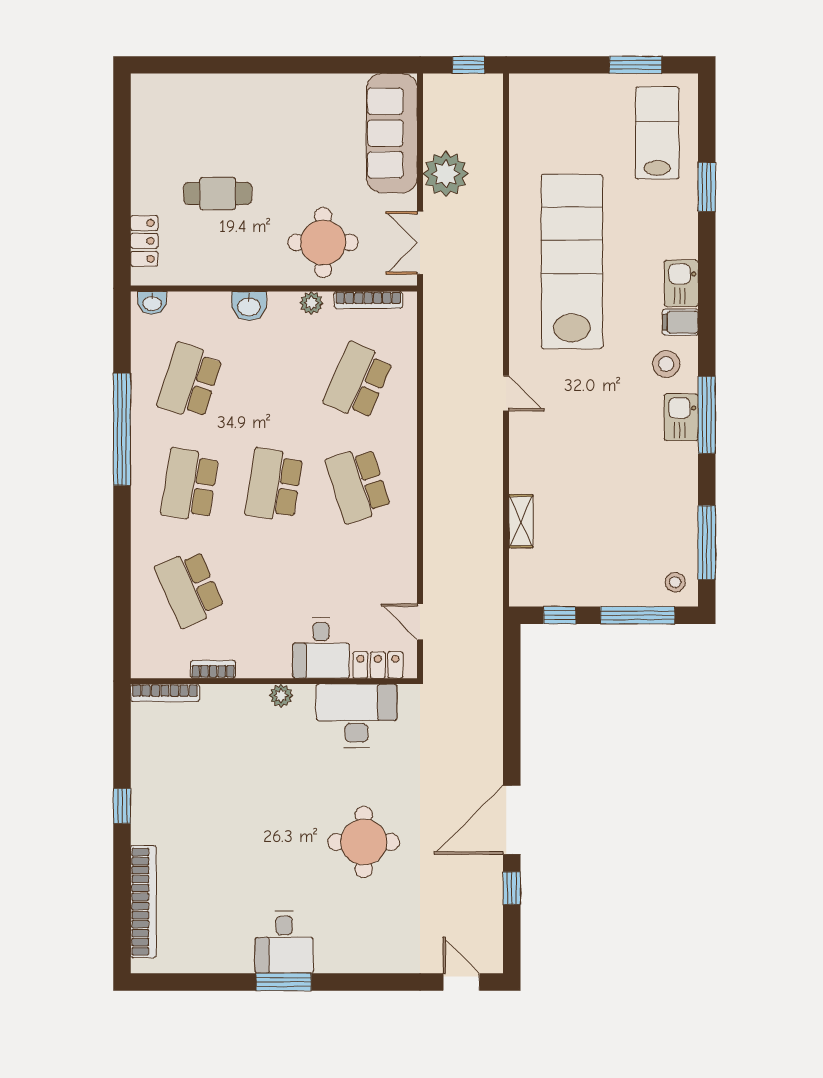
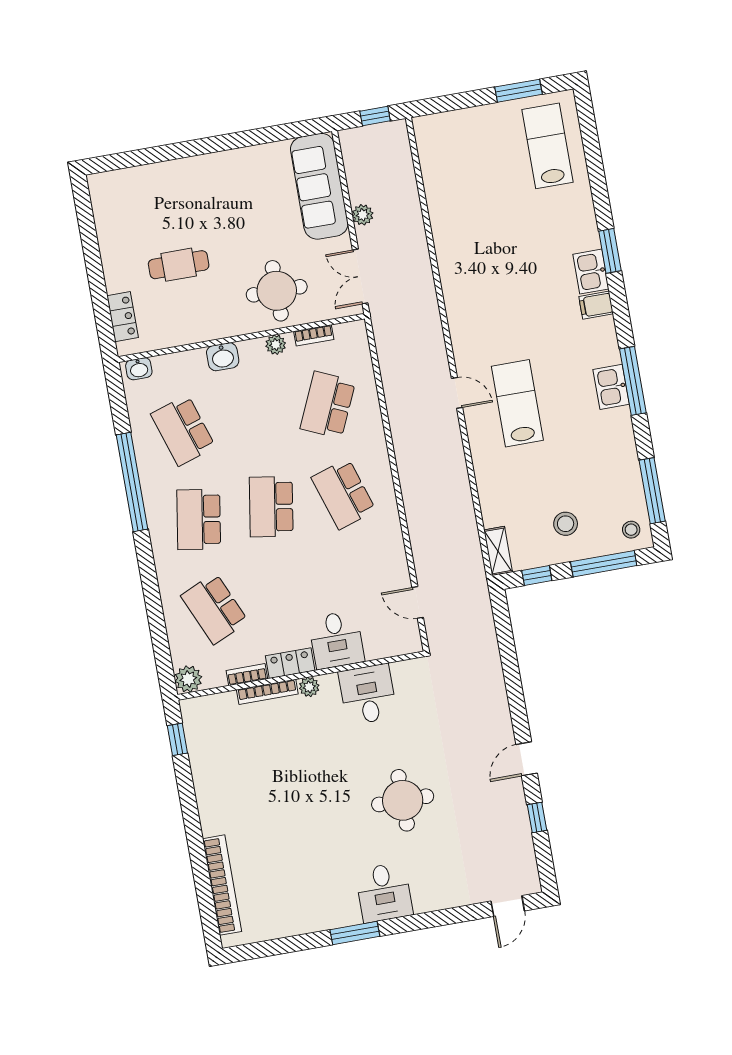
plant: (446, 174) -> (363, 215), width x0.53, depth x0.53
window: (707, 187) -> (610, 251), moved
lab bench: (572, 262) -> (517, 403), moved, width x0.54, depth x0.72
bookcase: (368, 300) -> (314, 335), width x0.64
stool: (666, 364) -> (566, 524), moved
school desk: (190, 381) -> (183, 430), turned -36
shelving: (521, 521) -> (498, 551), moved
plant: (146, 663) -> (188, 679), added
locker: (378, 665) -> (290, 663), moved
bookcase: (165, 693) -> (267, 692), moved
desk: (356, 716) -> (368, 694), width x0.73
window: (122, 806) -> (177, 739), moved
door: (512, 820) -> (527, 759), width x0.53
desk: (284, 942) -> (384, 892), moved
door: (461, 982) -> (508, 906), swing flipped

